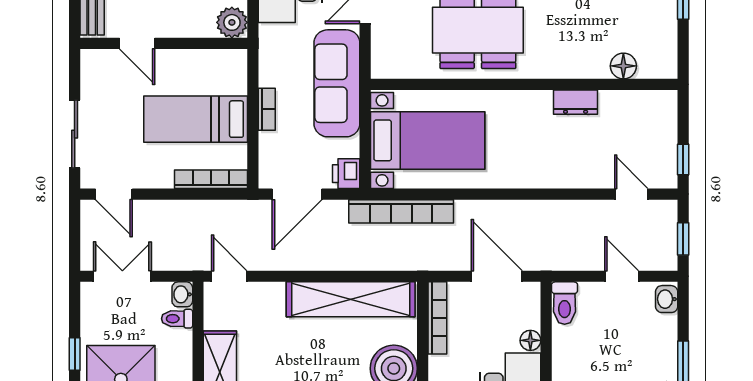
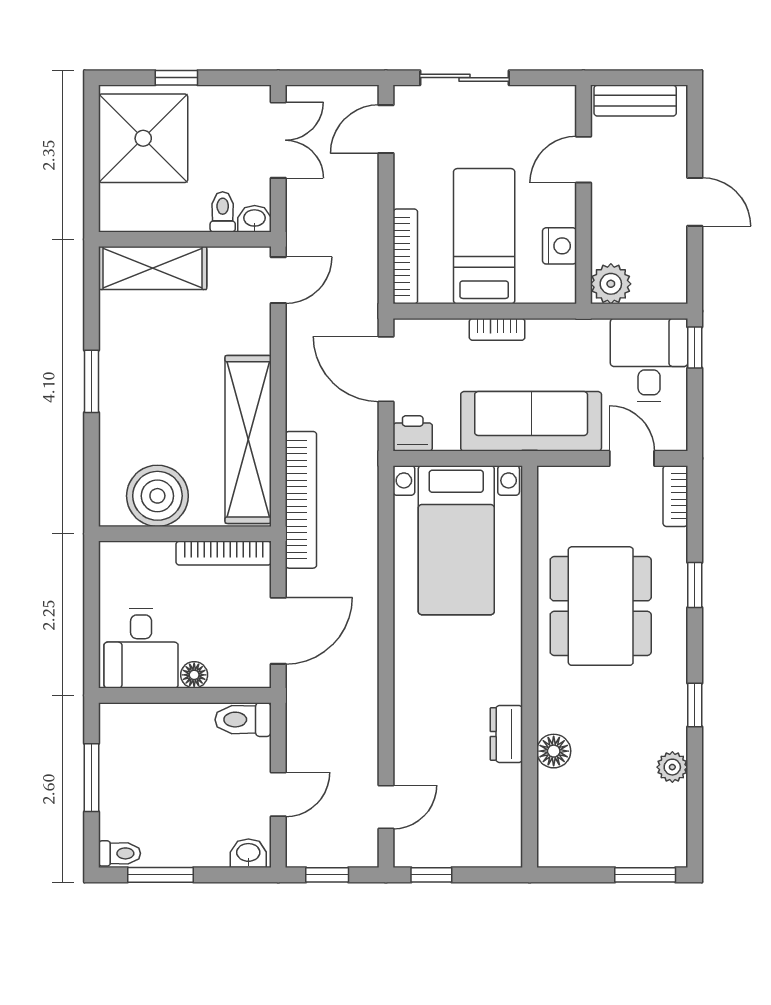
nightstand: (203, 62) -> (559, 246), added
floor lamp: (623, 66) -> (554, 751), moved
bookcase: (401, 211) -> (301, 500), moved, turned 180

